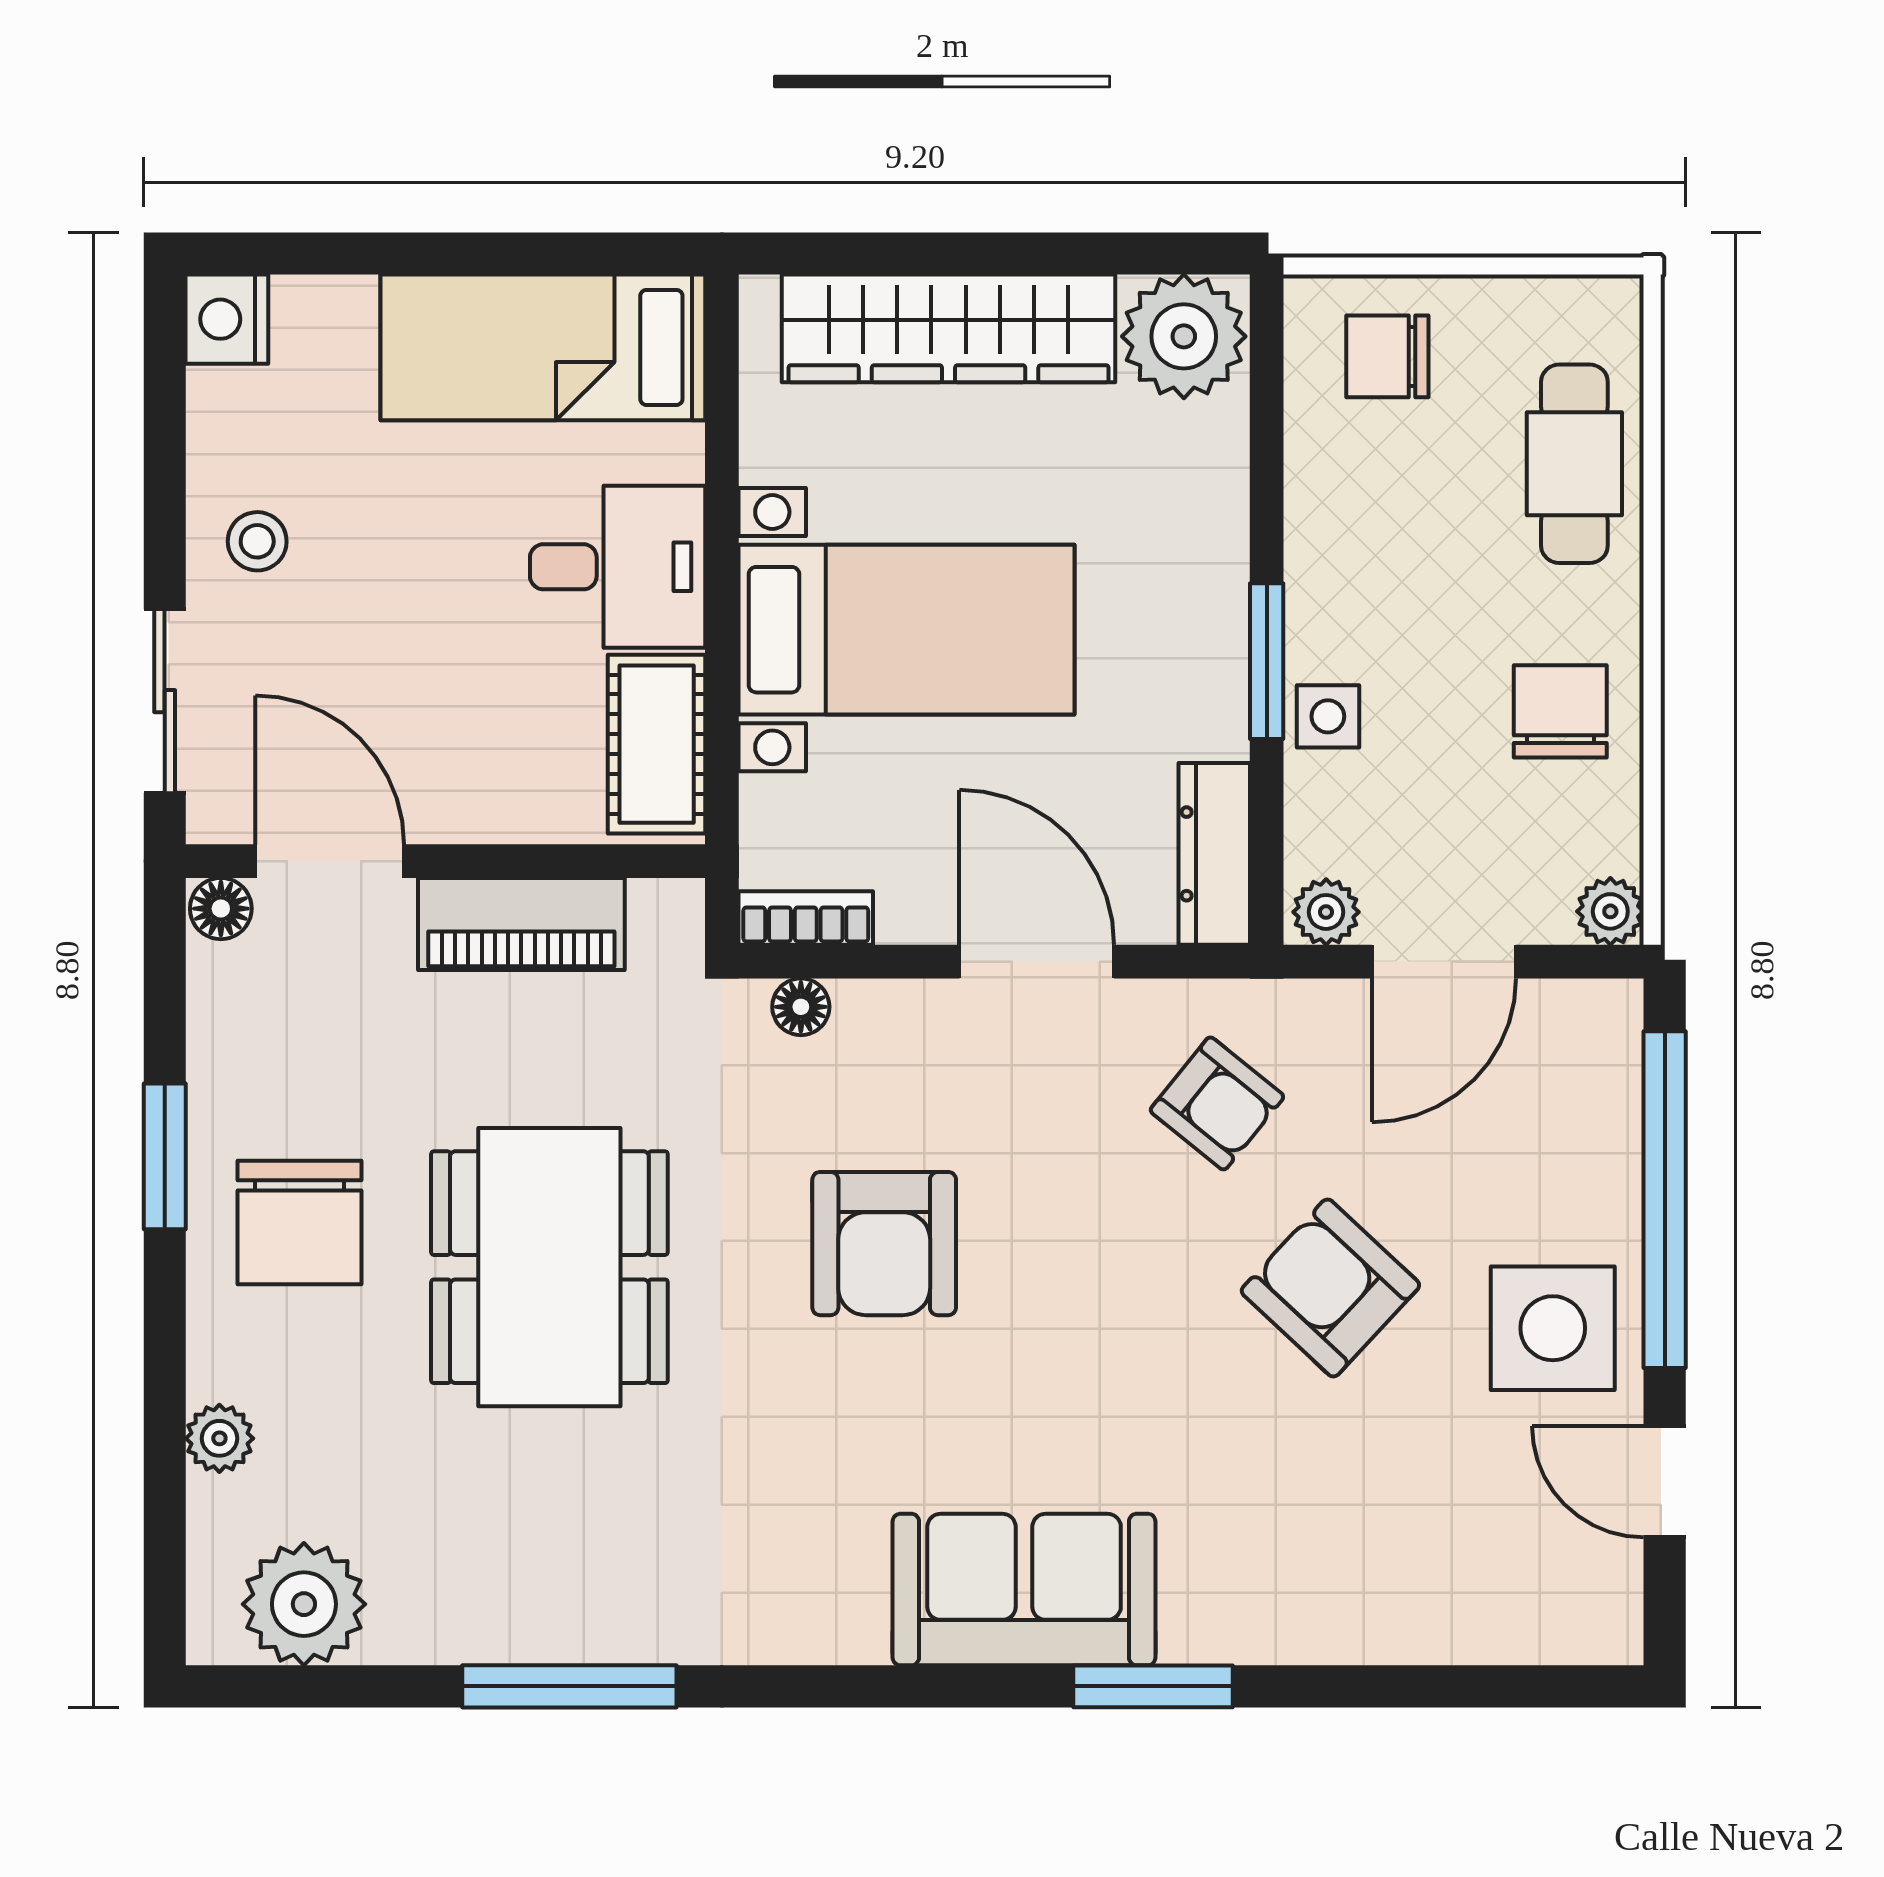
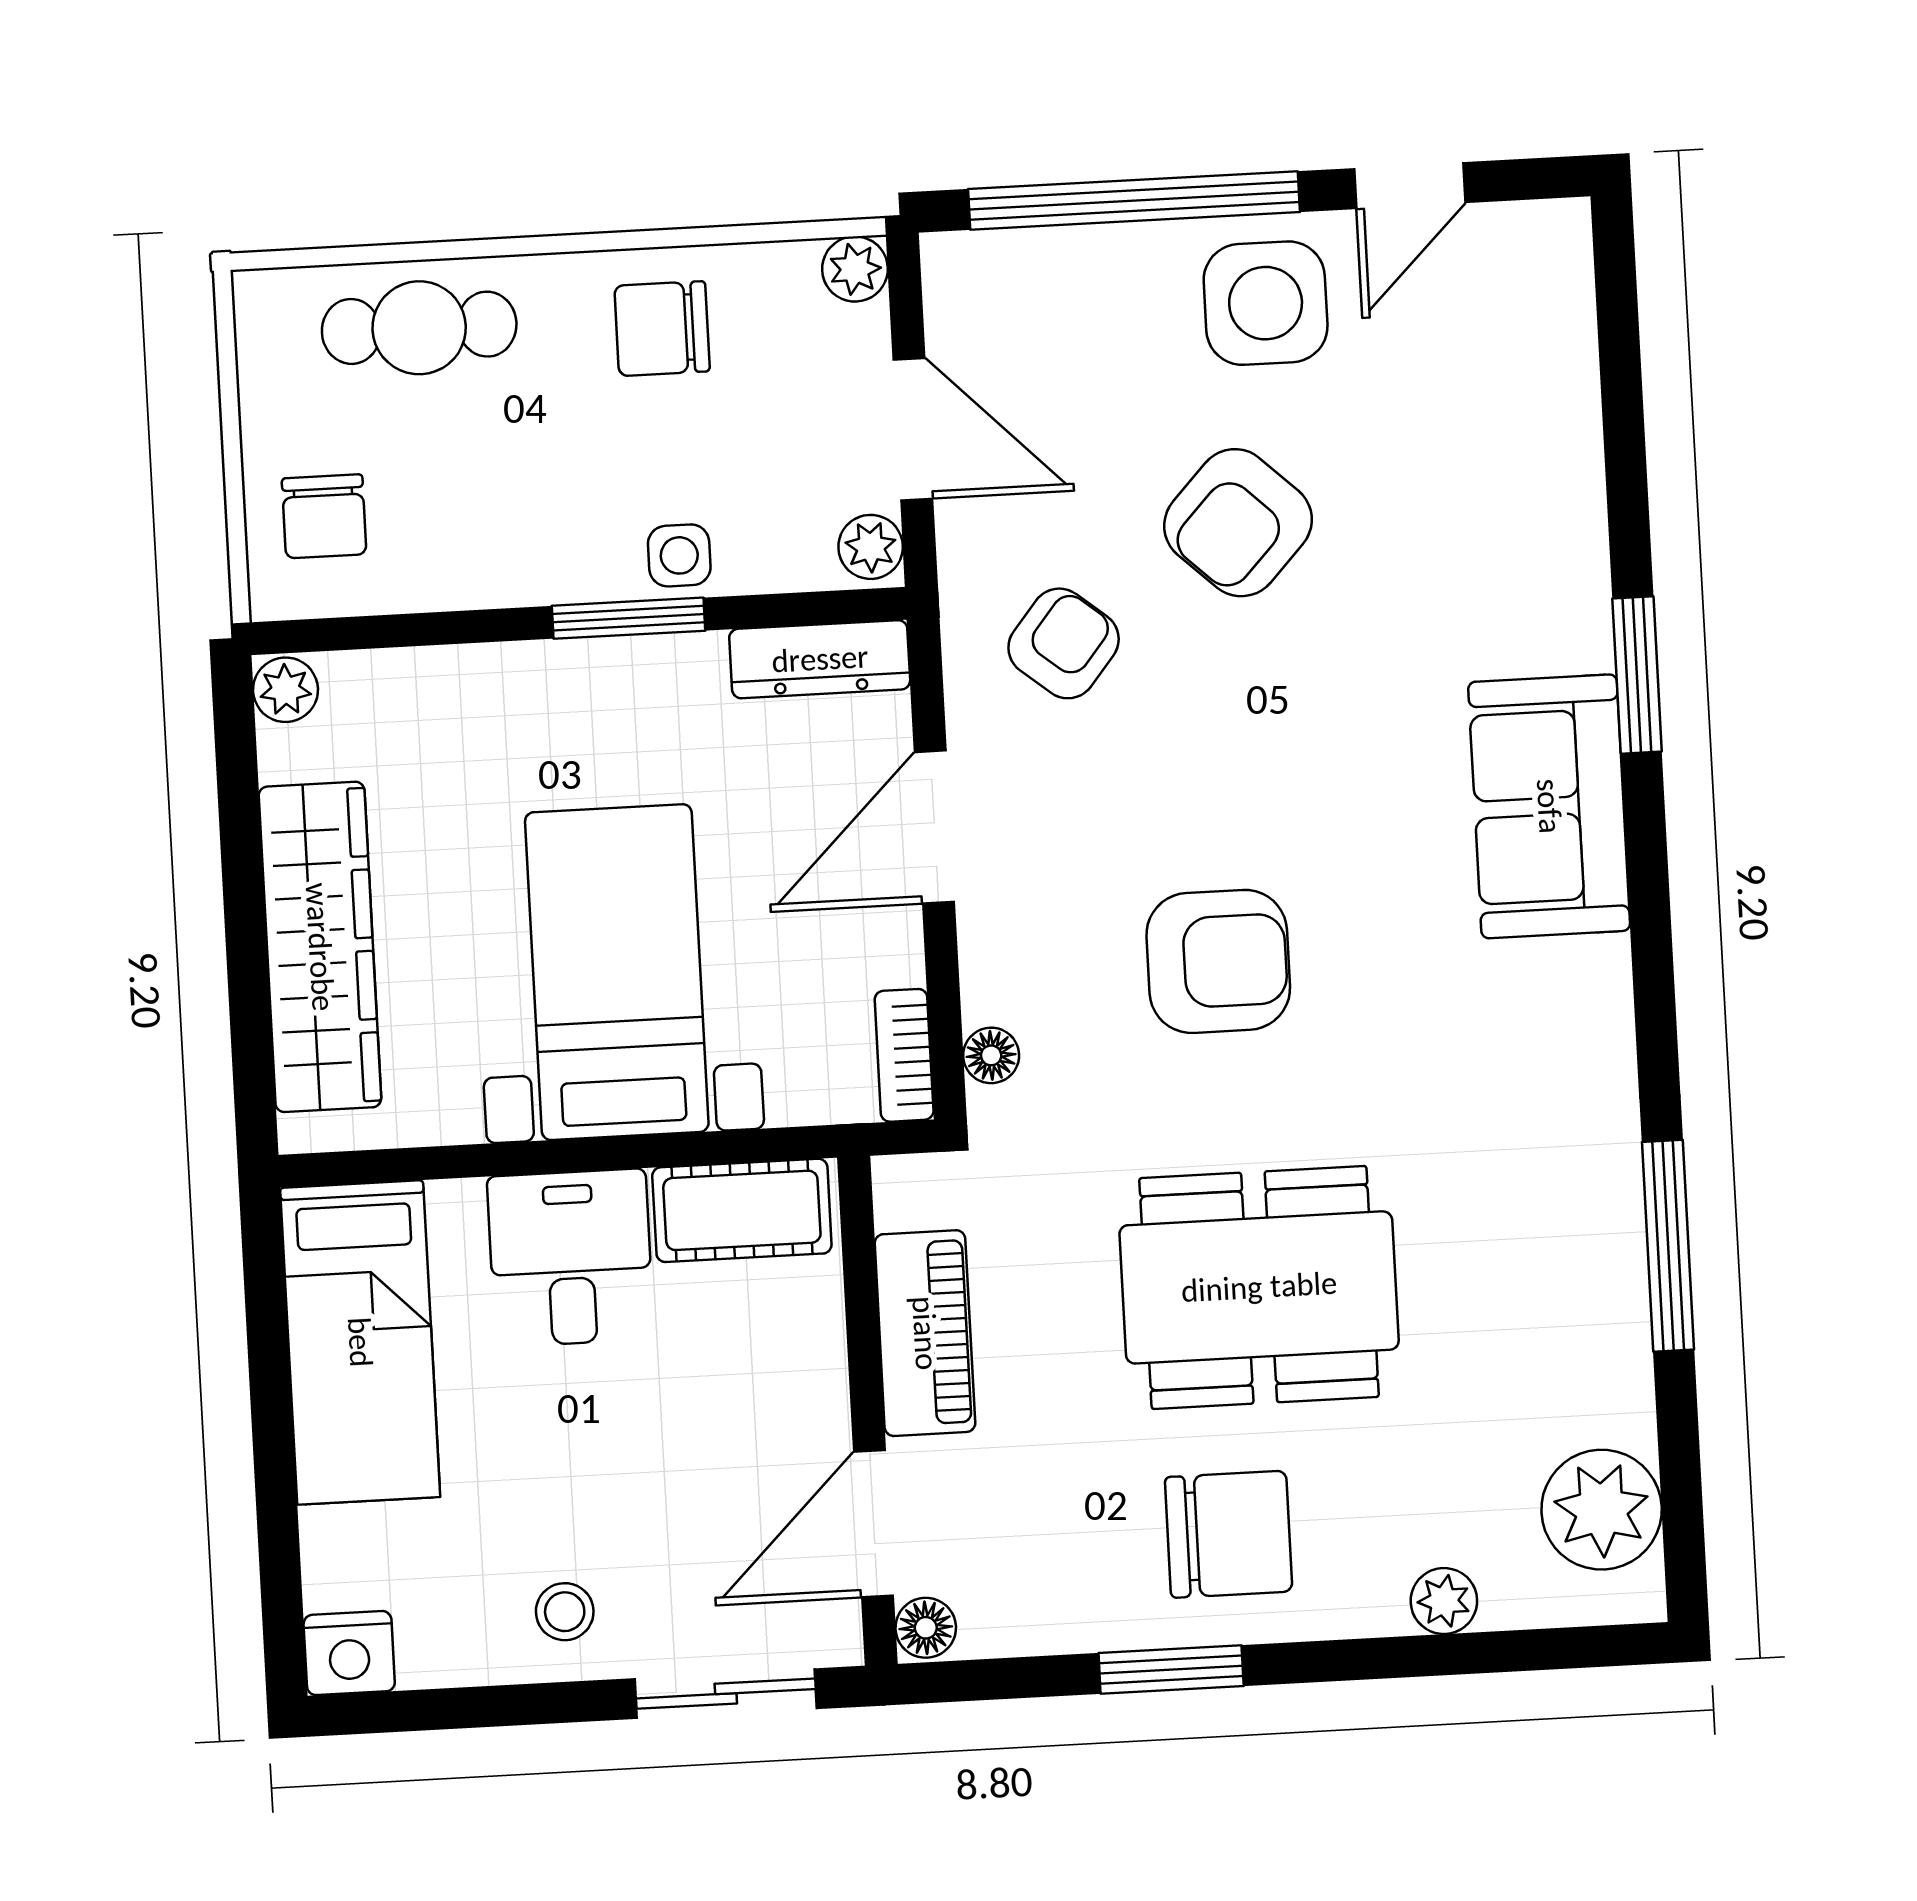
plant: (1184, 336) -> (286, 690), width x0.53, depth x0.53

